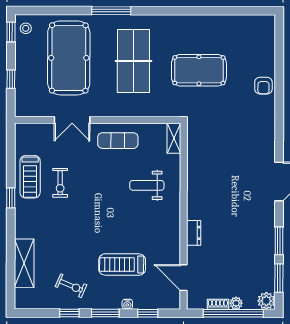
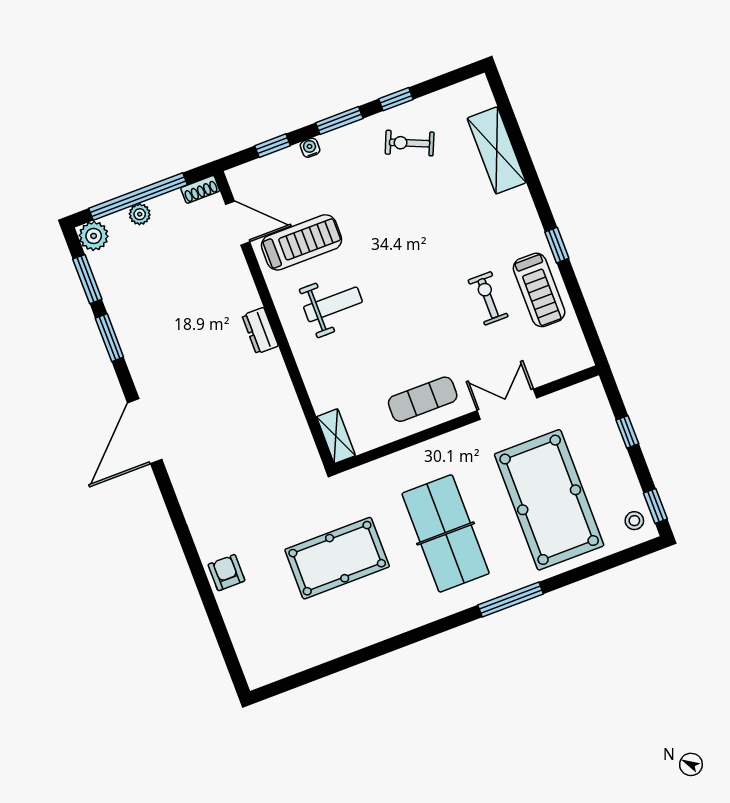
treadmill: (30, 177) -> (539, 290), turned 180
weight bench: (147, 185) -> (333, 304), moved
dresser: (194, 233) -> (260, 331), moved
treadmill: (122, 264) -> (302, 242), moved
shoe rack: (218, 304) -> (200, 189), moved

